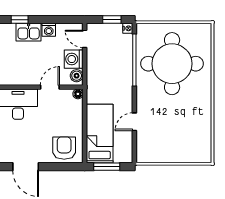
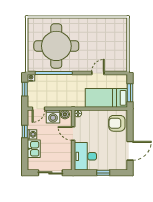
window: (20, 20) -> (25, 132), moved
door: (134, 122) -> (98, 73), swing flipped

